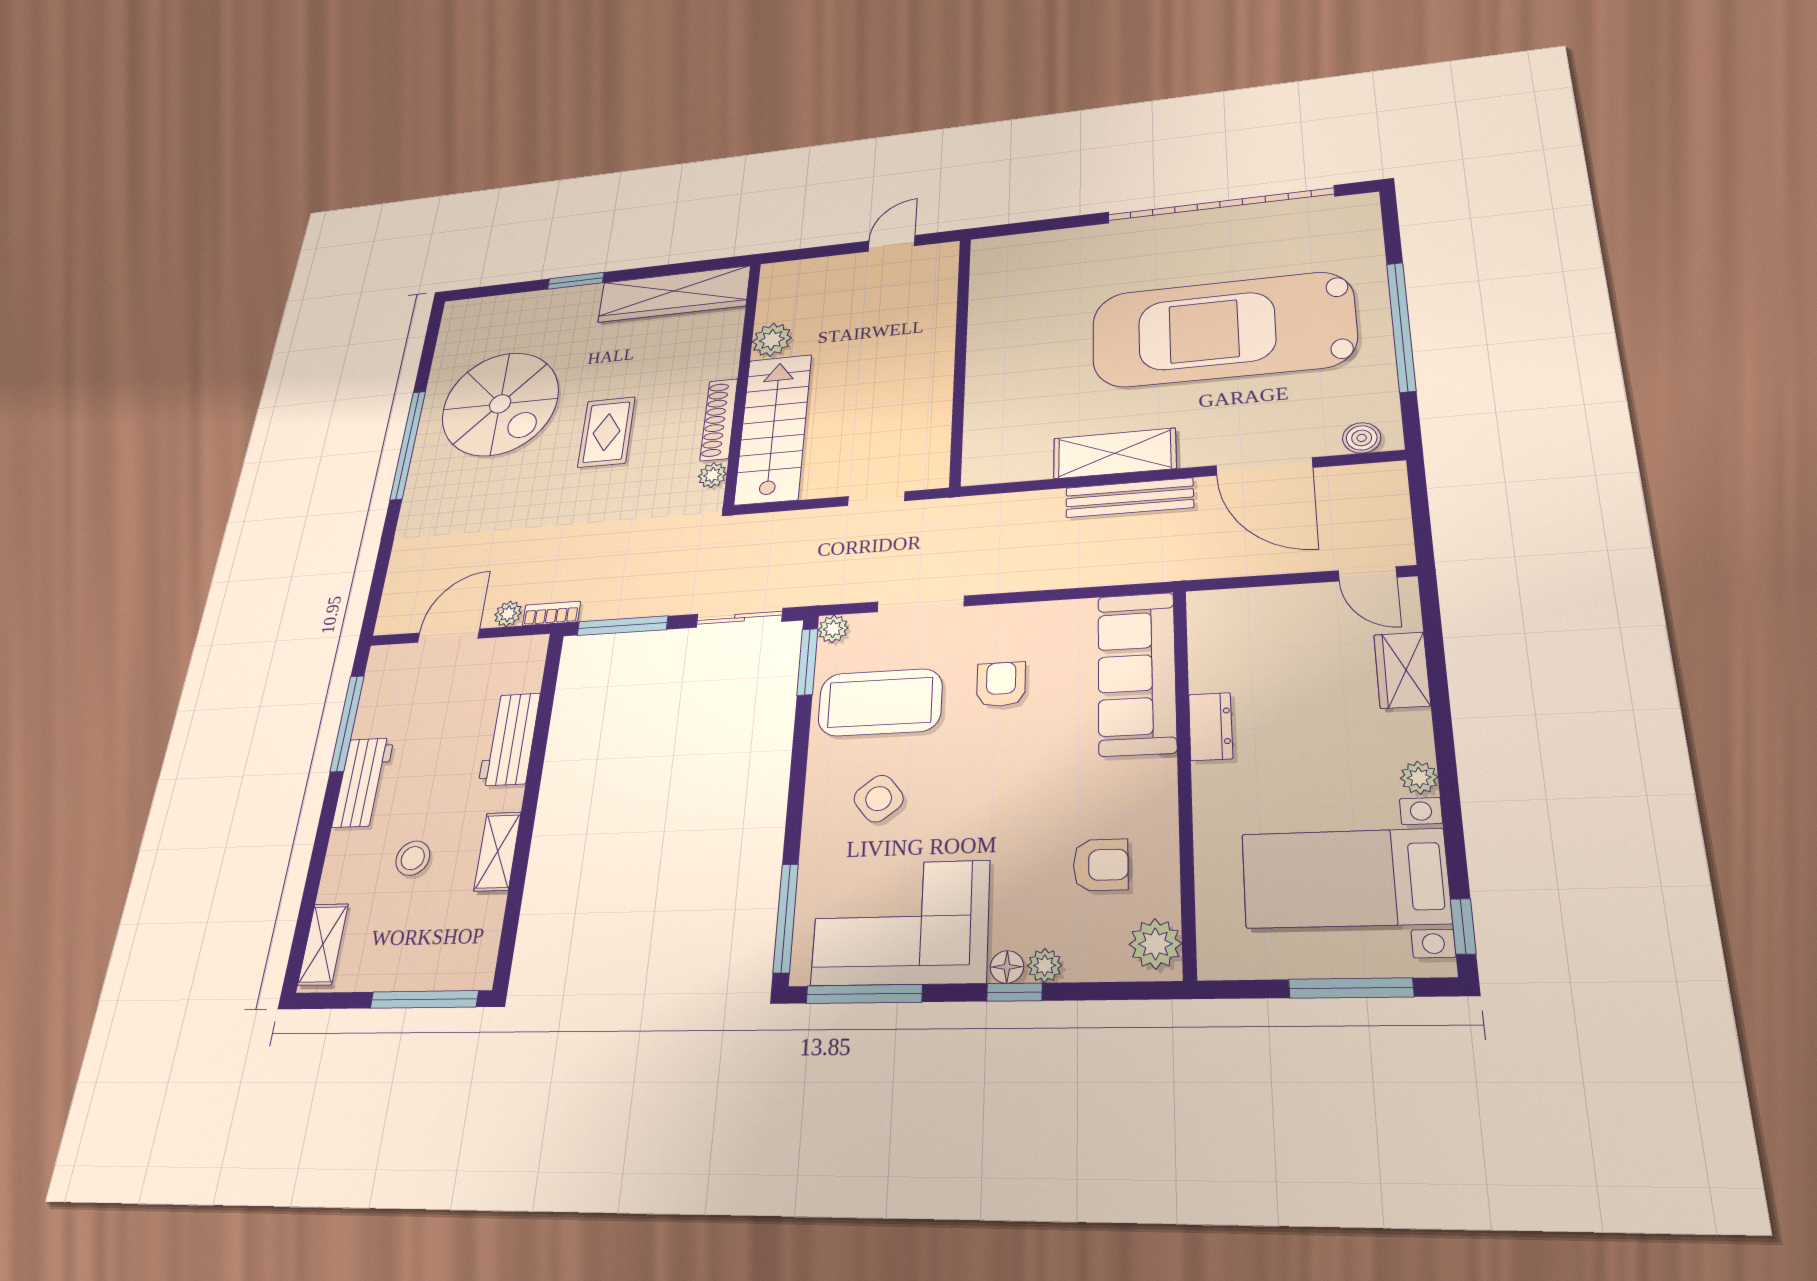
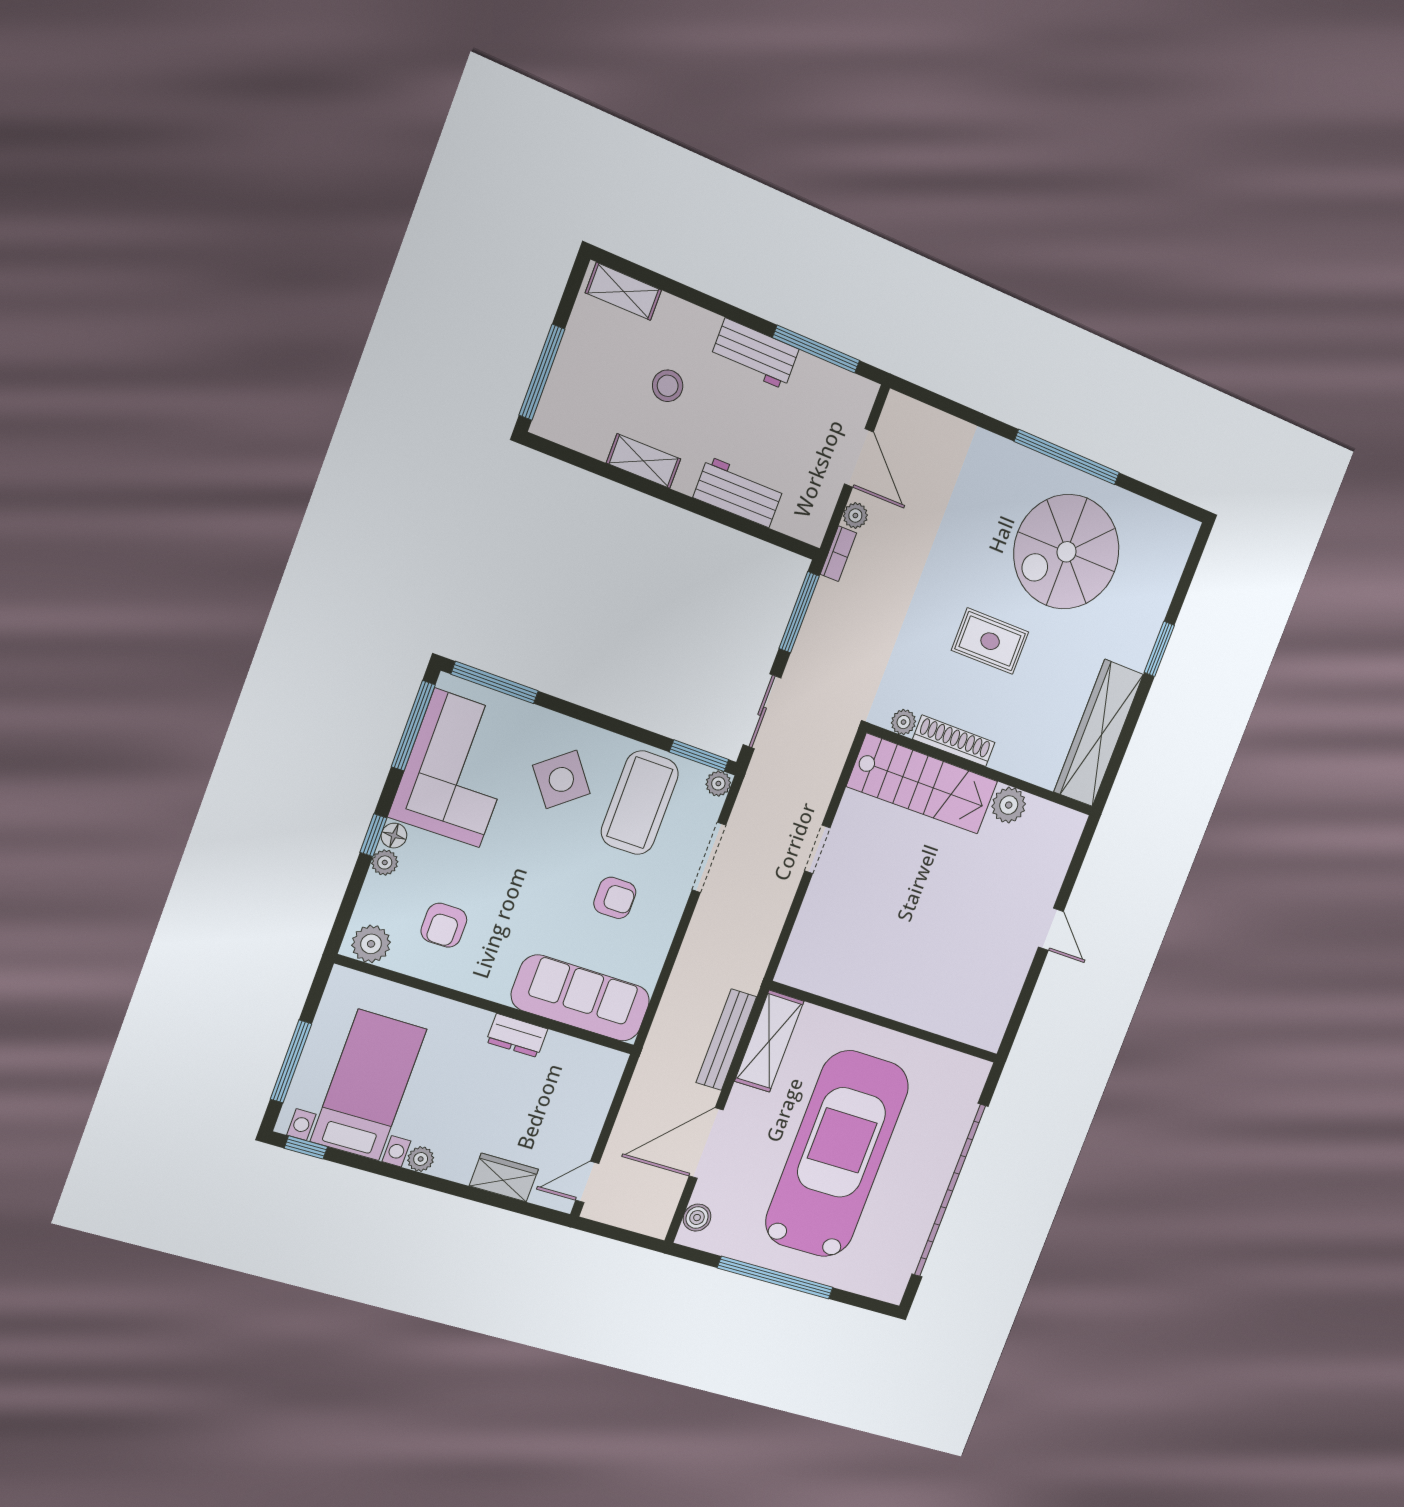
wall: (960, 359) -> (885, 1022), moved
side table: (879, 799) -> (561, 779), width x1.37, depth x1.37

